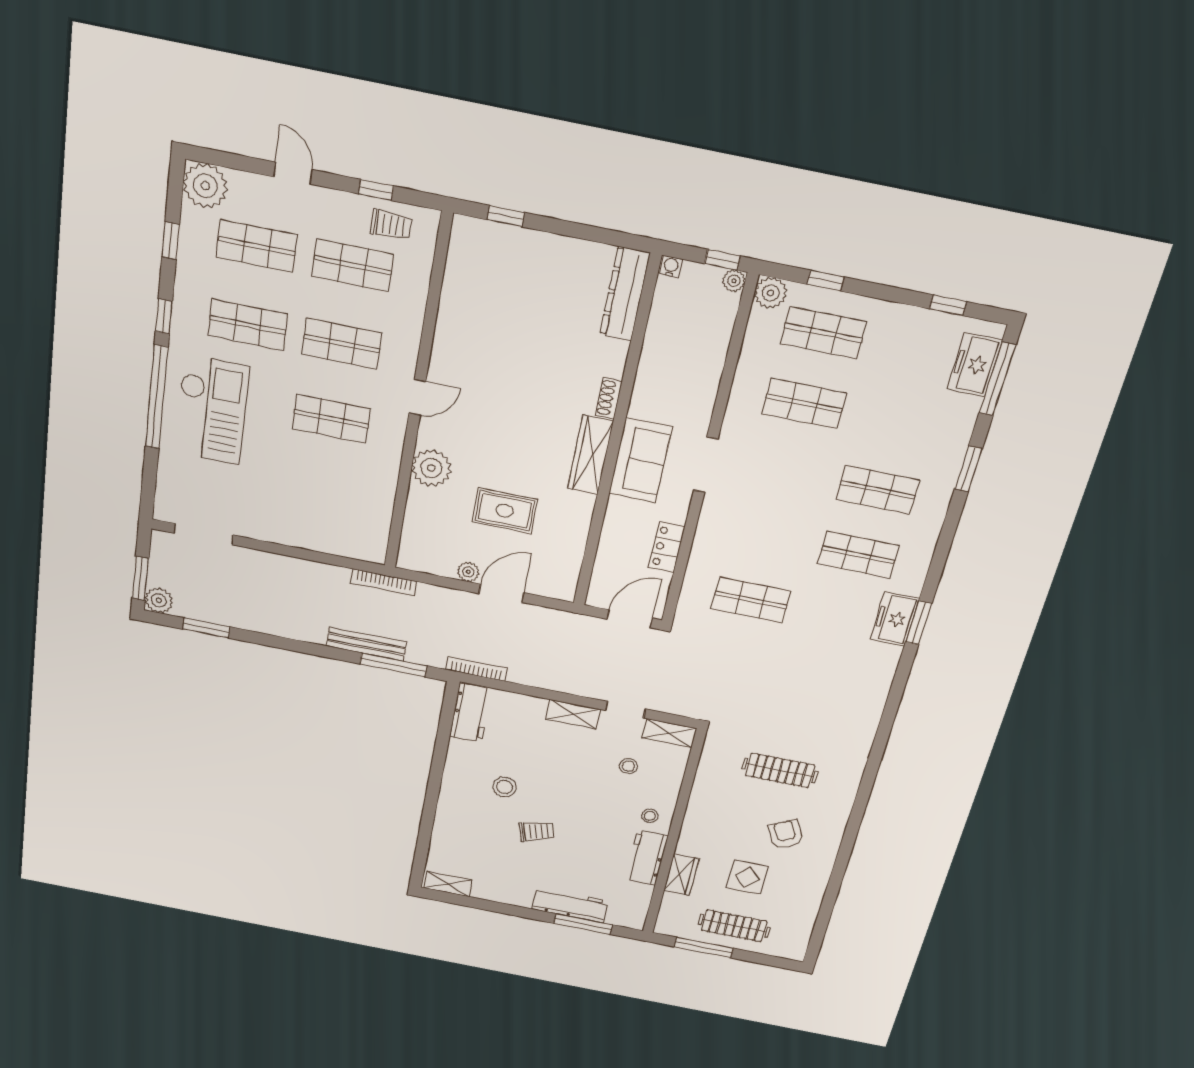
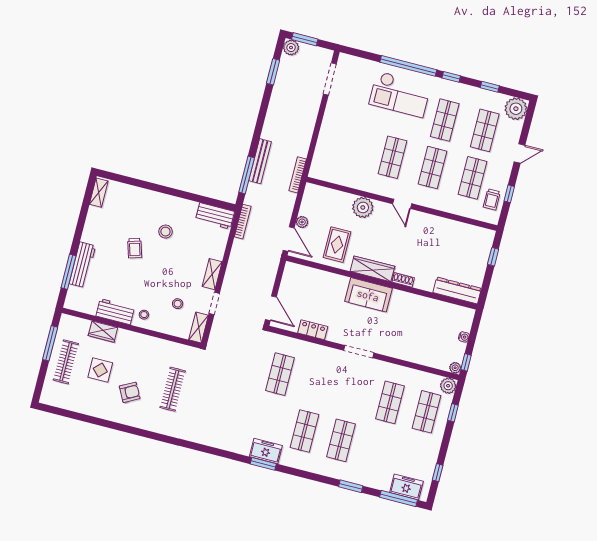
dresser: (625, 294) -> (457, 290), moved
shoe rack: (609, 398) -> (403, 280), moved
wall: (616, 437) -> (382, 282), moved
wardrobe: (590, 455) -> (372, 269), moved
sofa: (640, 460) -> (368, 295), moved

